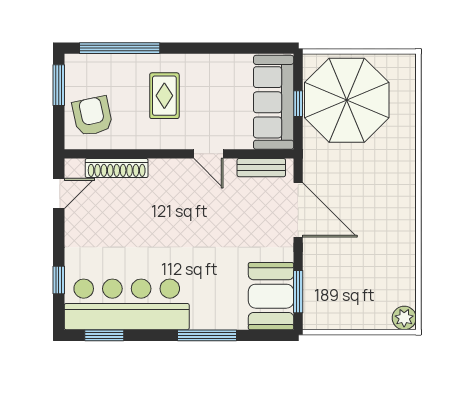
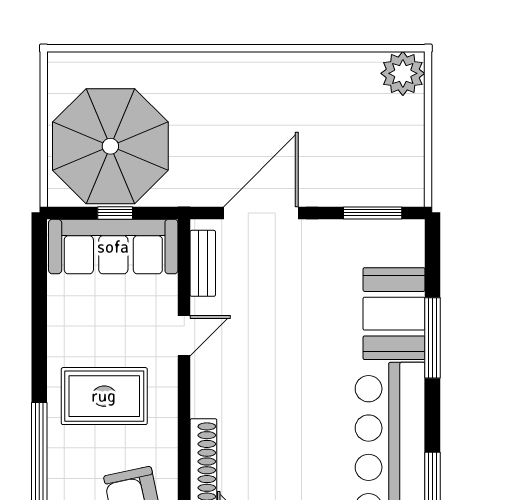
rug: (164, 96) -> (104, 396), width x1.36, depth x1.43
booth: (271, 296) -> (394, 314), moved, turned 90
plant: (404, 318) -> (403, 73), width x1.36, depth x1.36

